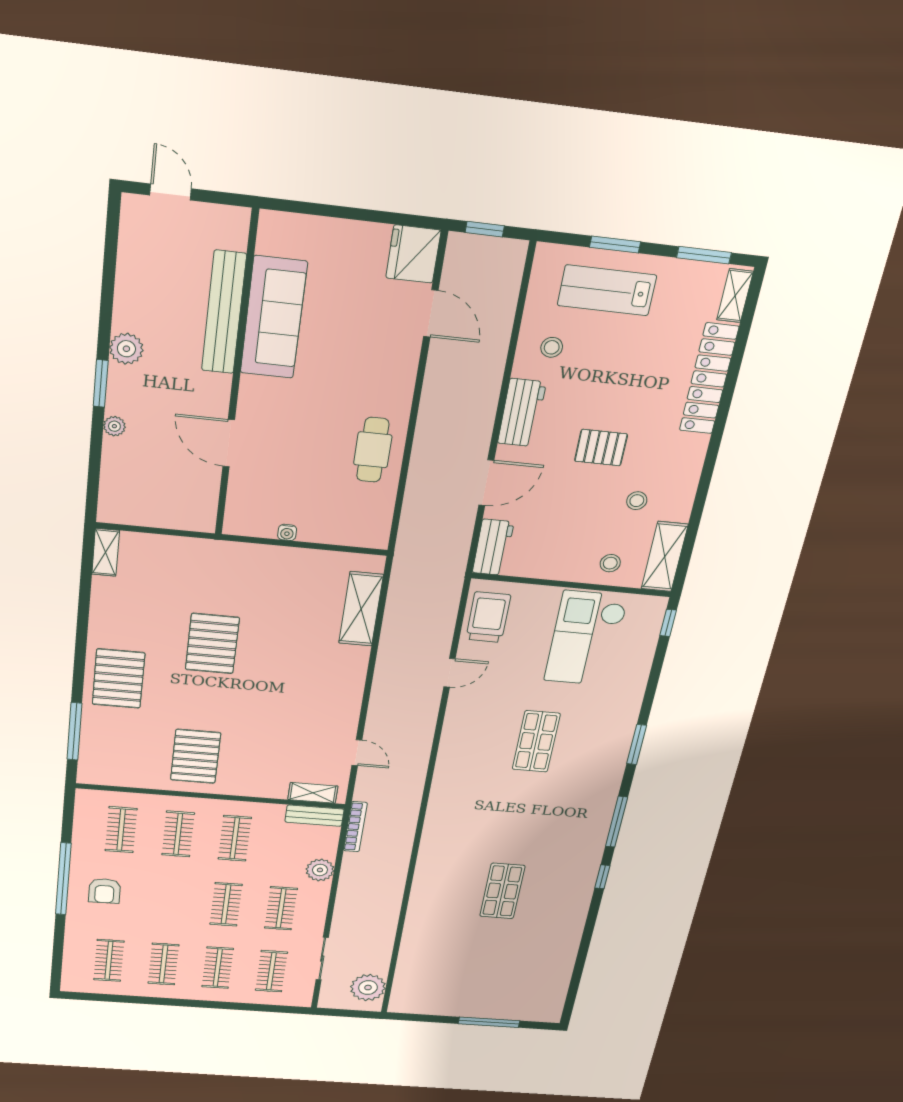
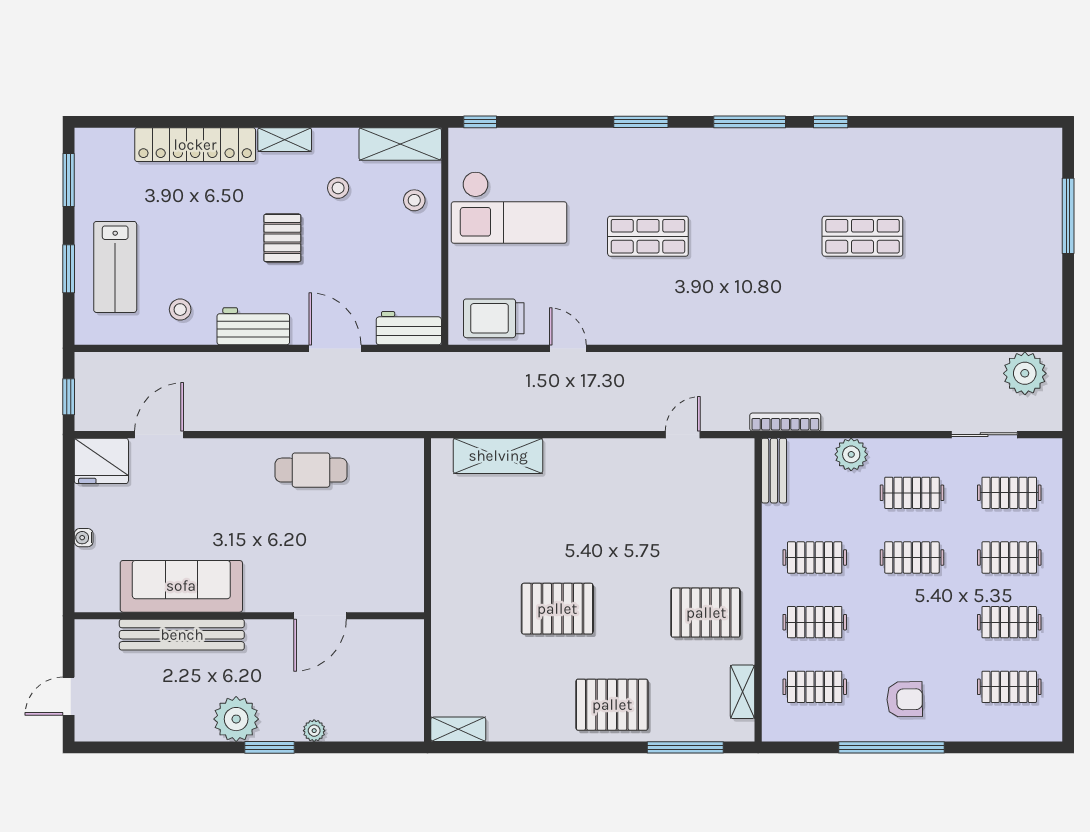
shelving: (735, 296) -> (285, 140), moved
plant: (126, 349) -> (236, 719), width x1.36, depth x1.36
water cooler: (287, 532) -> (84, 538), moved, turned 180
shelving: (313, 793) -> (743, 692), moved

